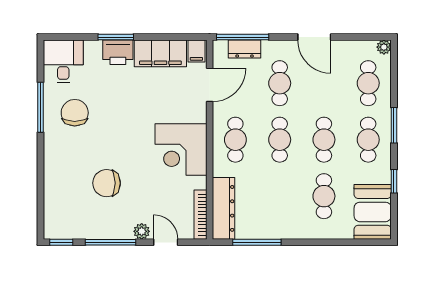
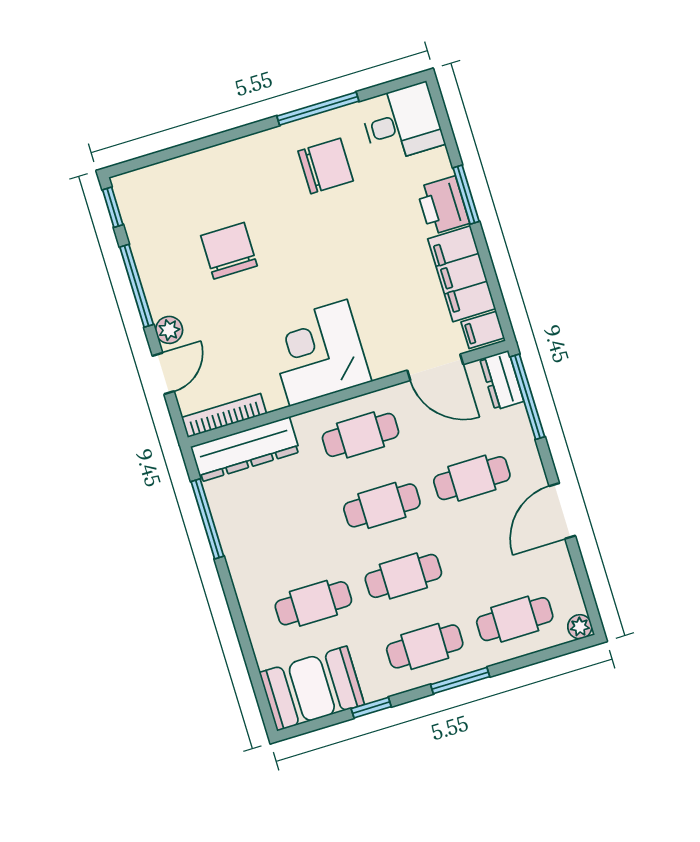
dresser: (245, 49) -> (502, 380), moved

